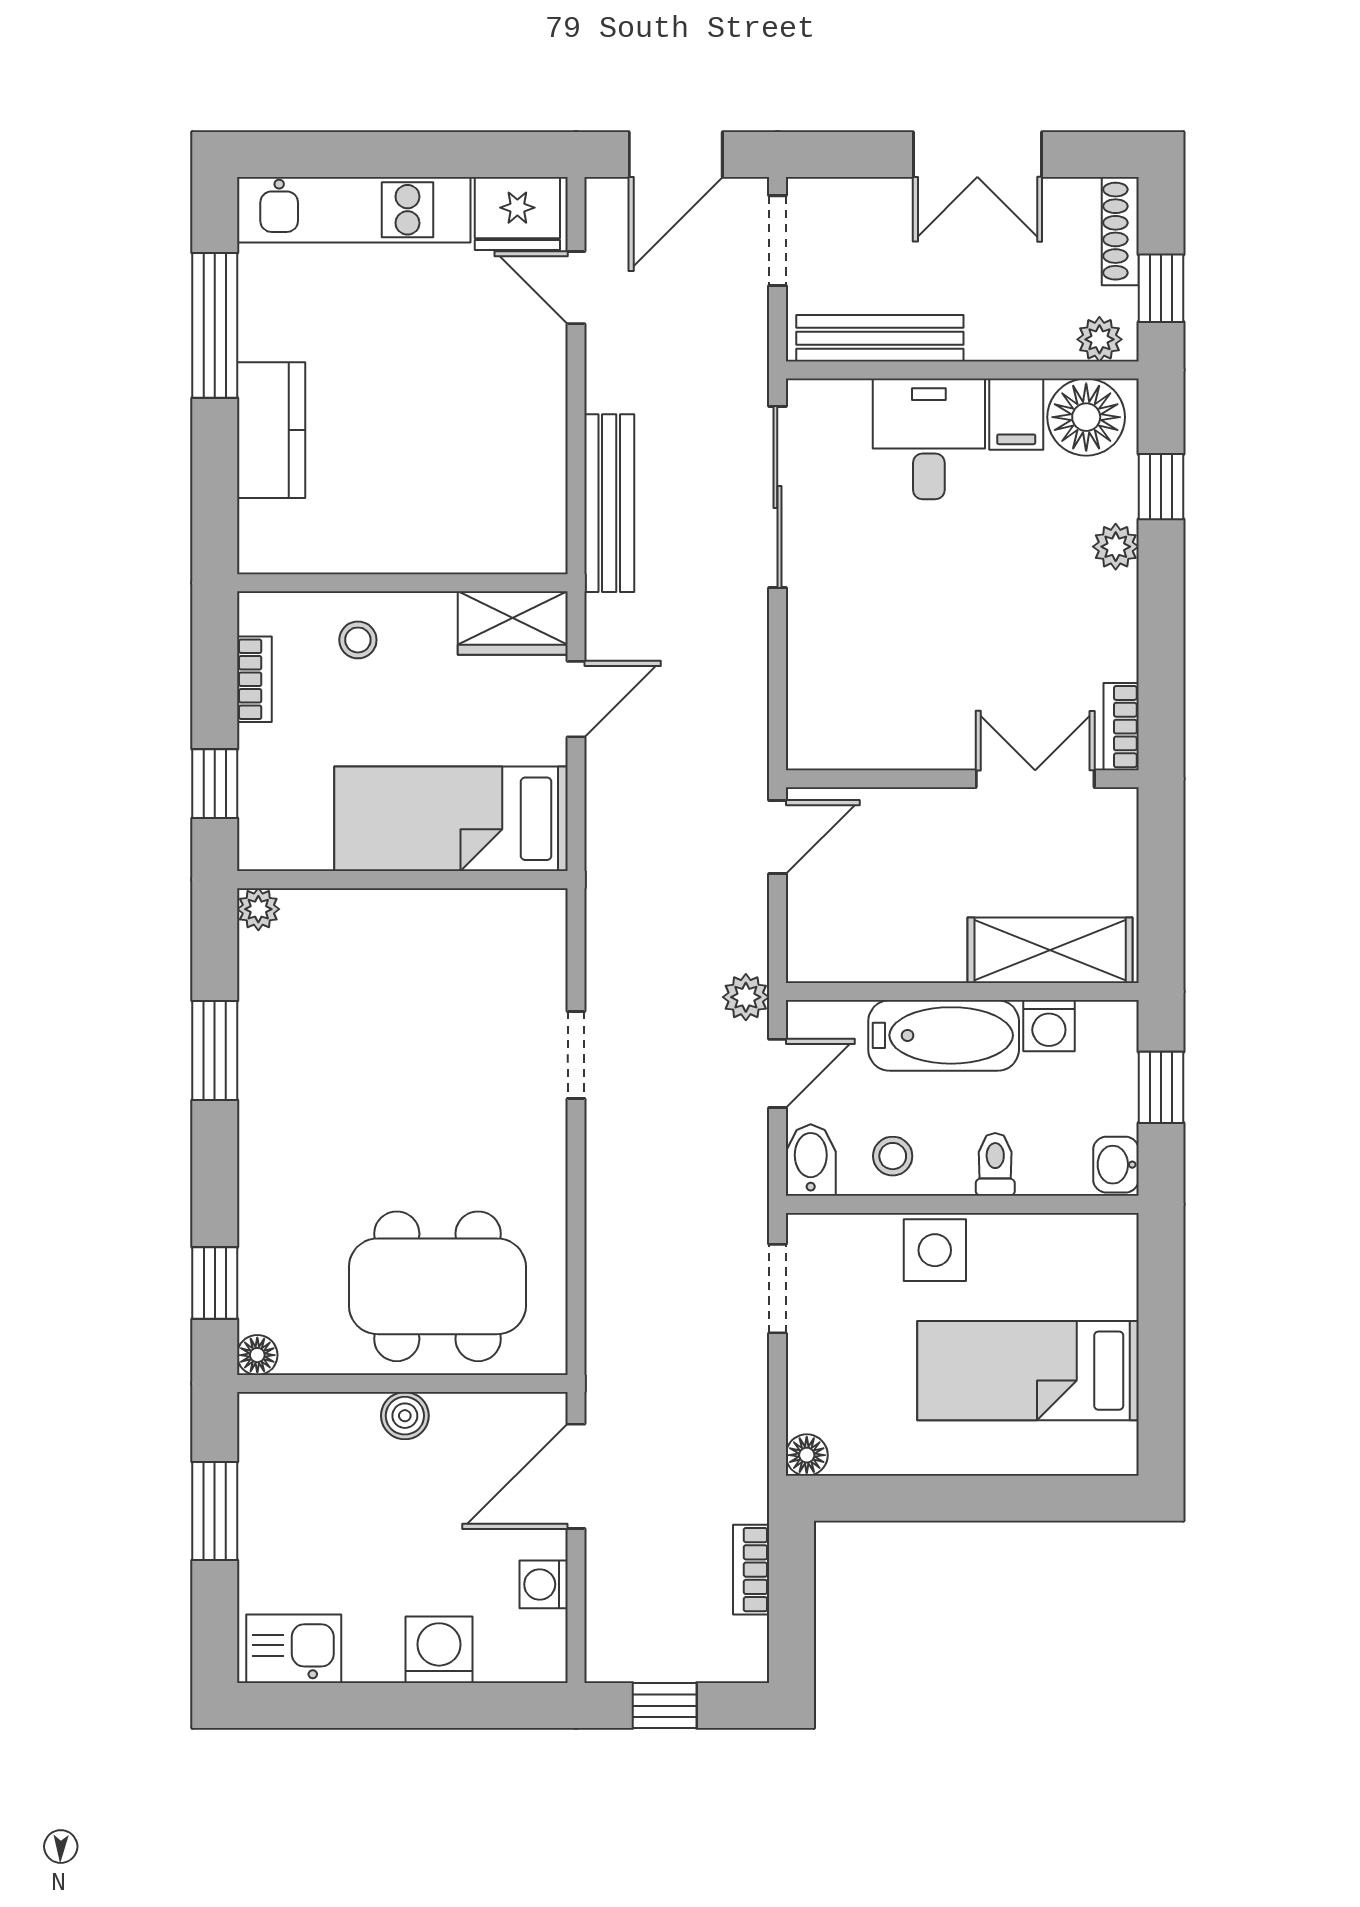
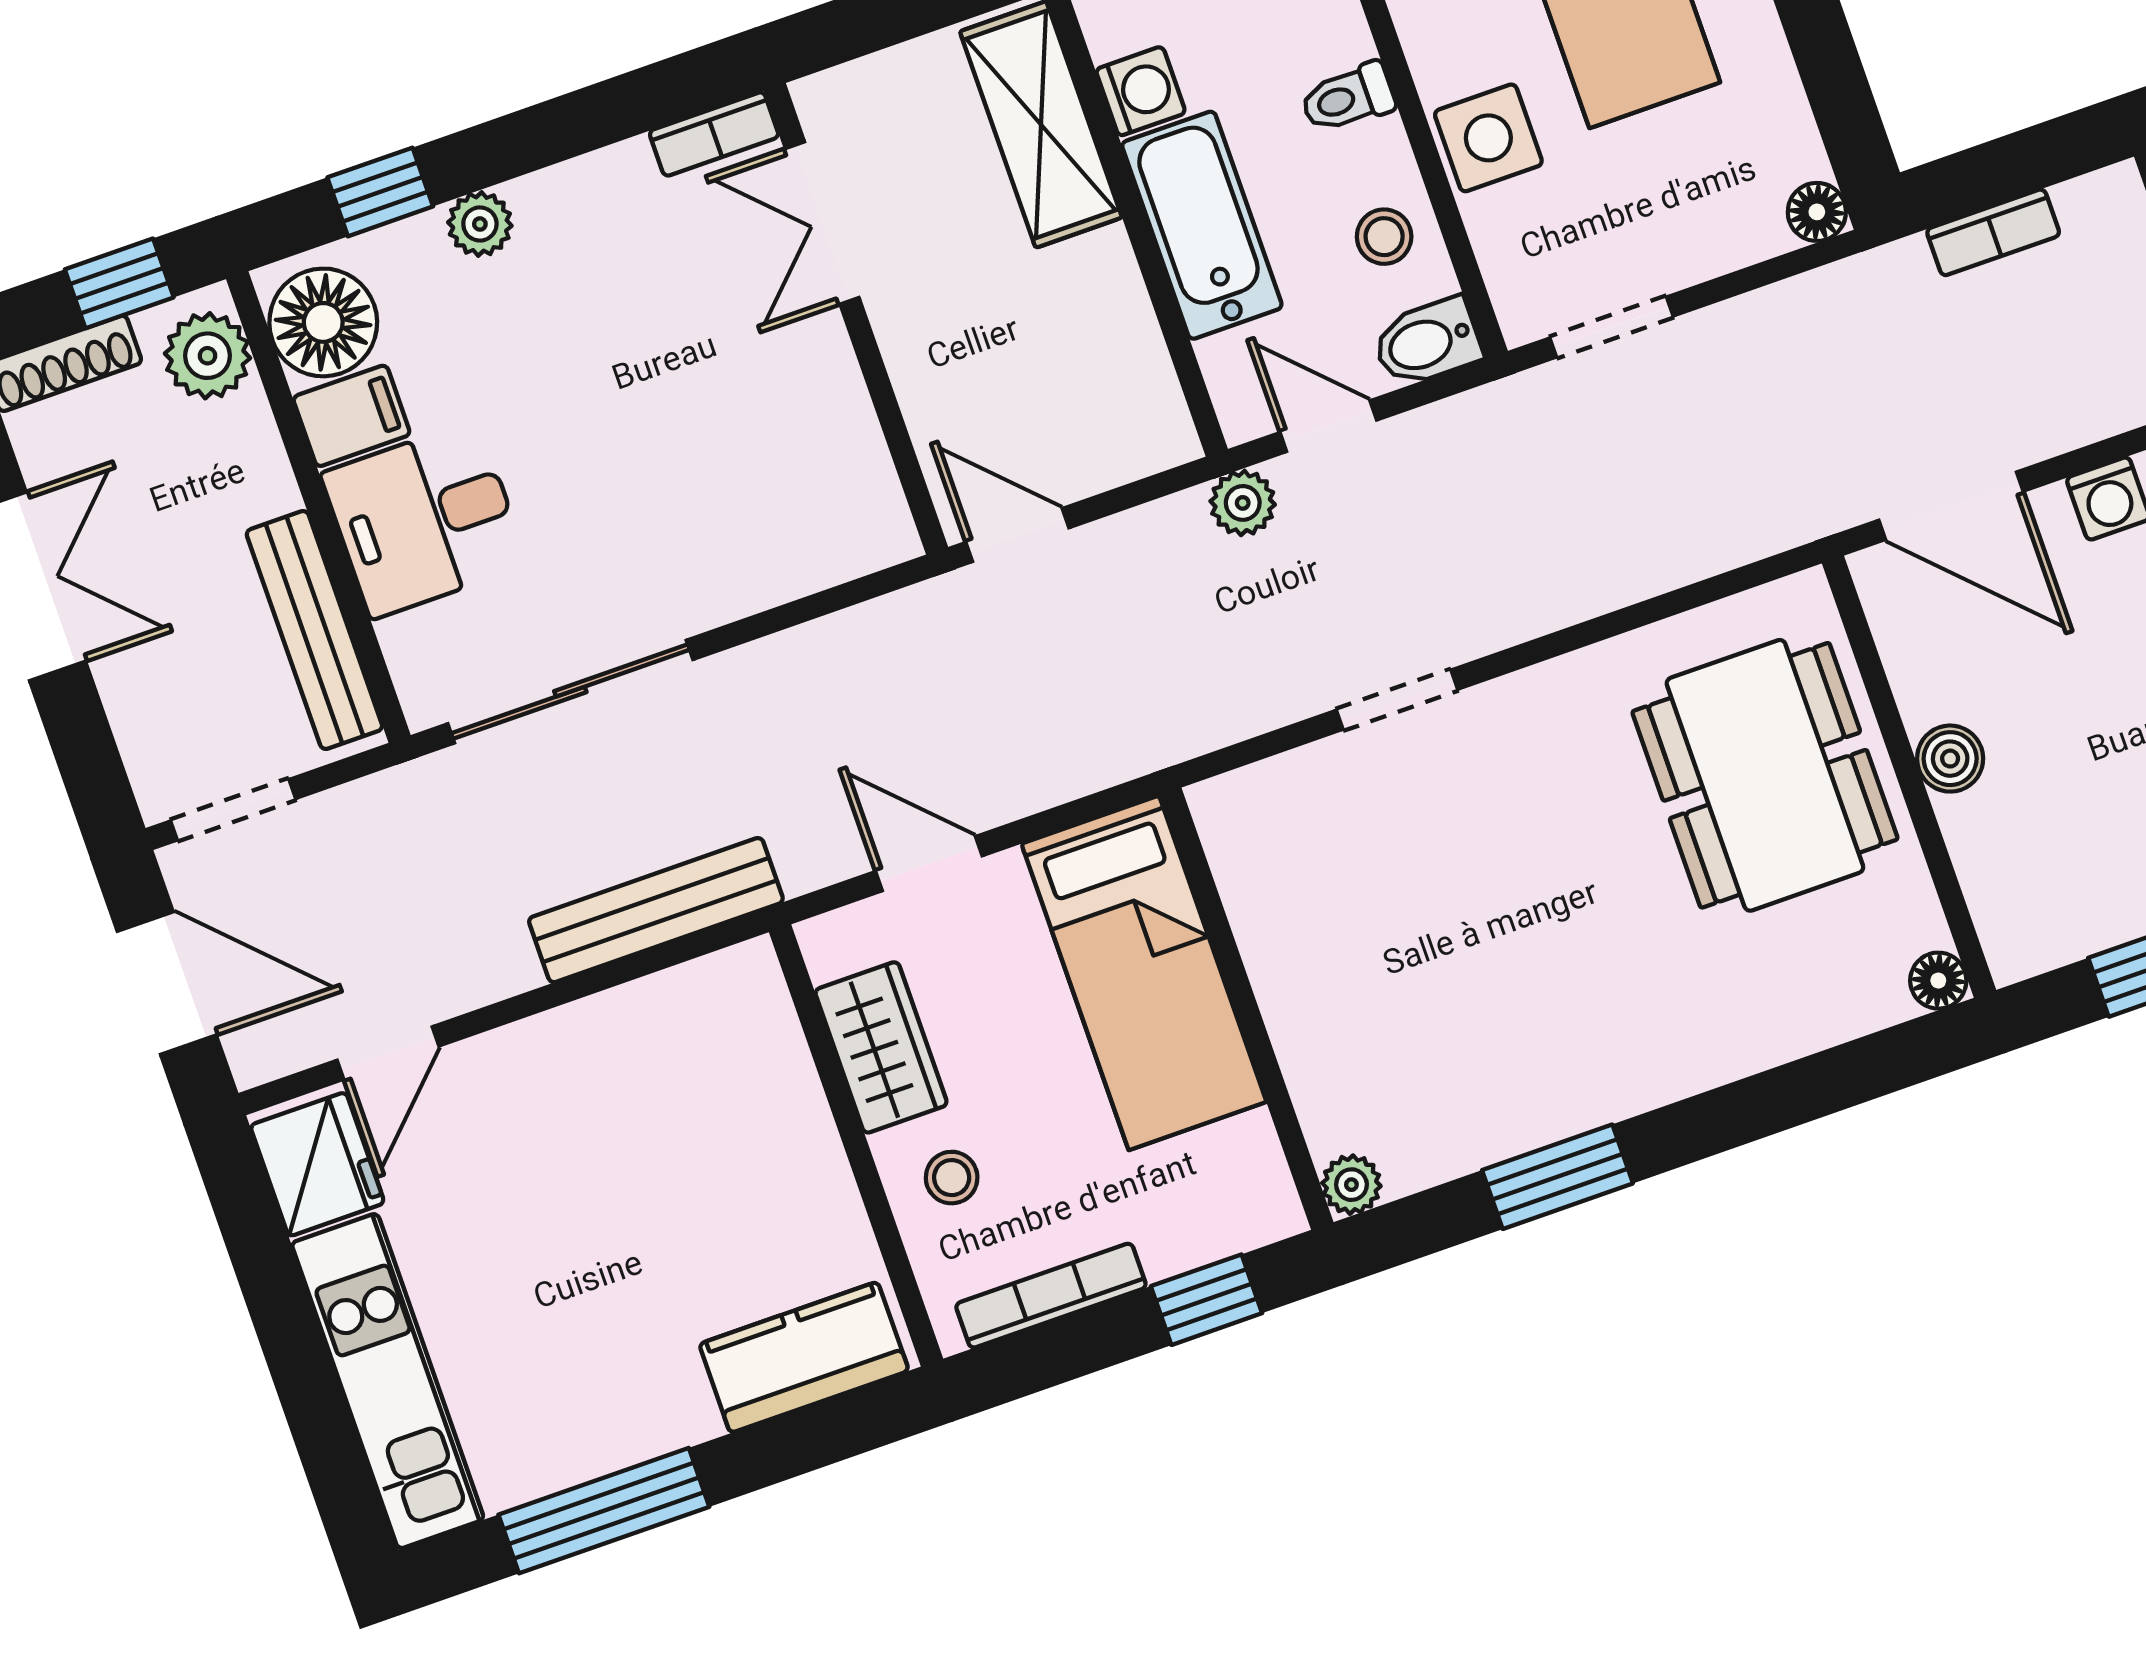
plant: (1099, 339) -> (208, 356), width x1.38, depth x1.38
kitchen counter: (271, 430) -> (804, 1357), moved
wardrobe: (513, 623) -> (881, 1047), moved
bookcase: (254, 679) -> (1051, 1296), width x1.56
window: (215, 1283) -> (1863, 1070), removed

